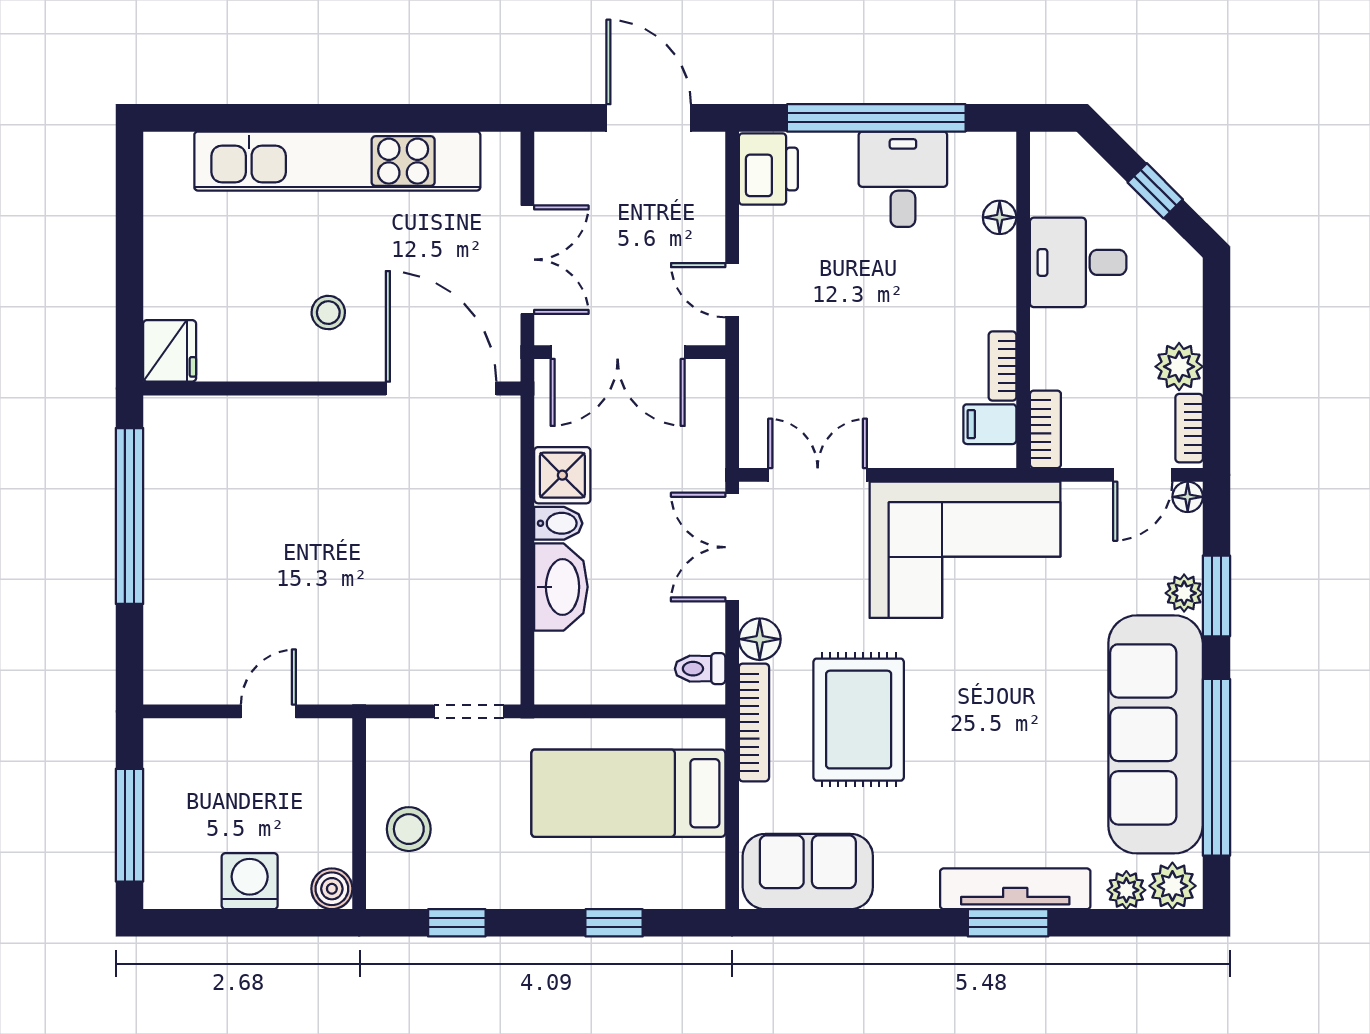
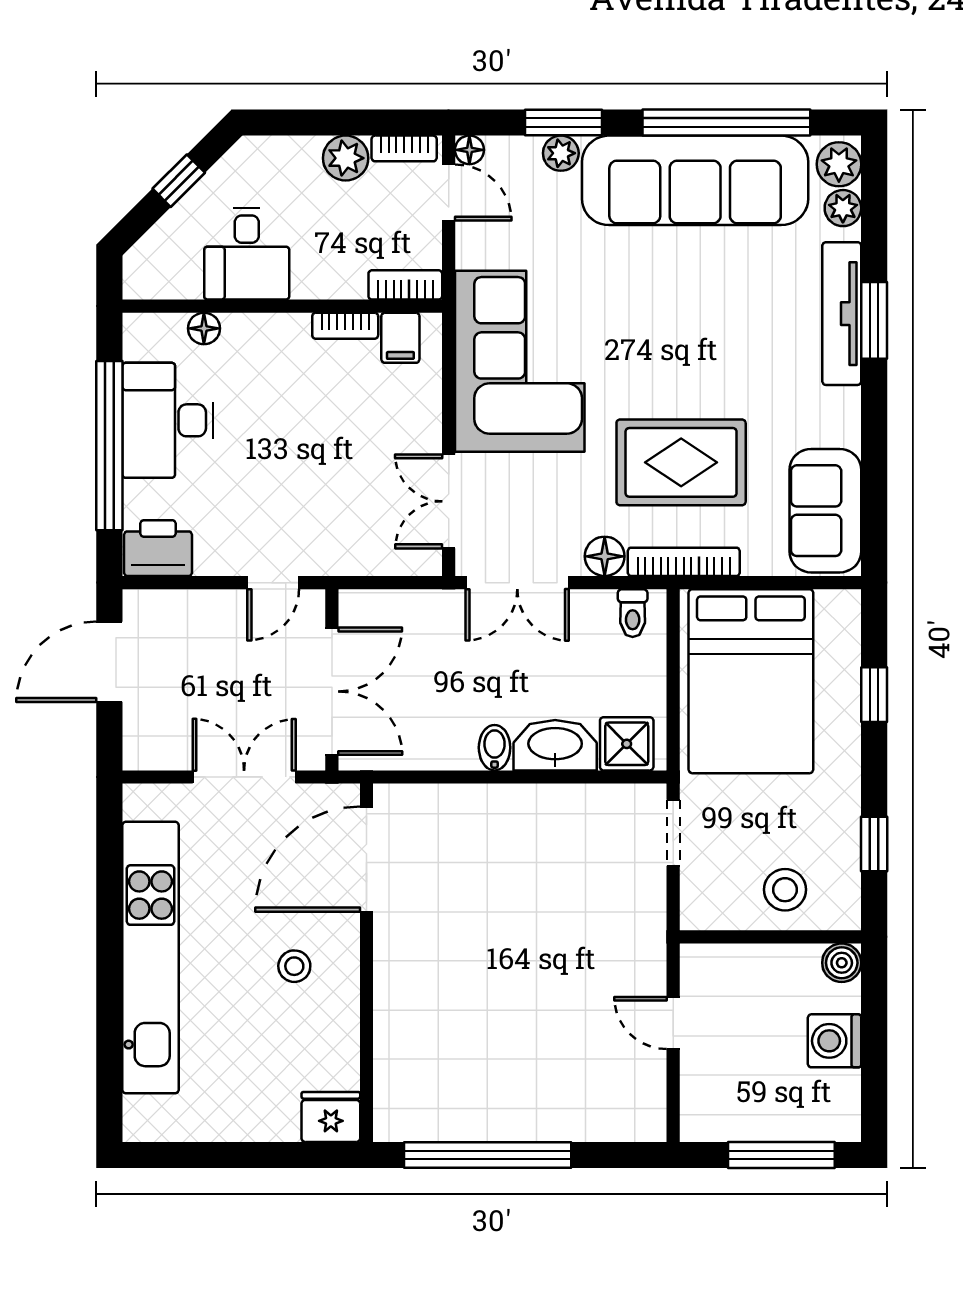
desk: (903, 179) -> (168, 420), width x1.37
shower: (562, 475) -> (627, 744), moved
bed: (628, 793) -> (751, 681), width x1.50

